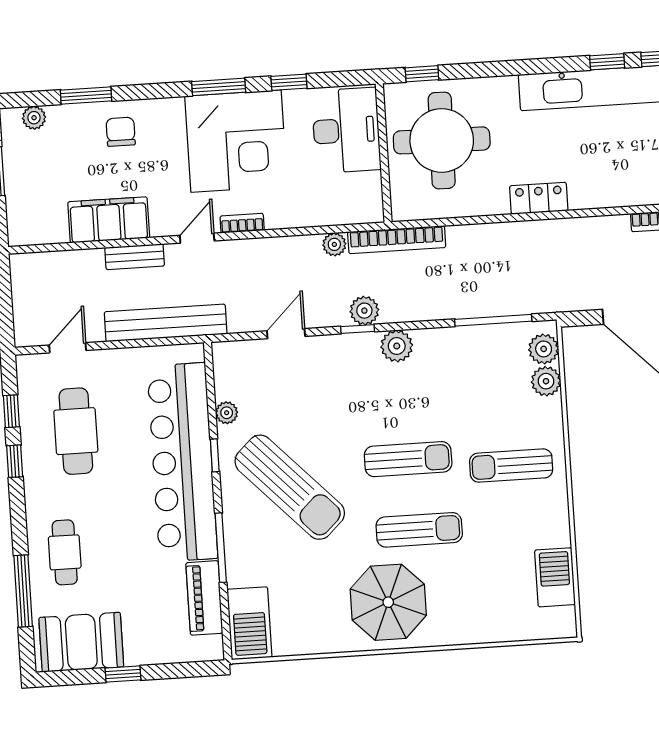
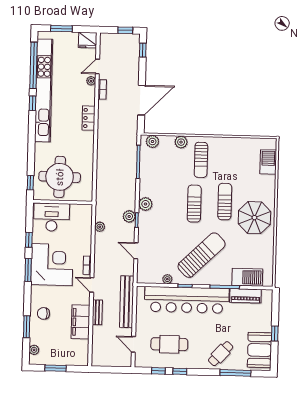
locker: (539, 198) -> (89, 118), moved
bookcase: (397, 240) -> (100, 200), removed
plant: (546, 381) -> (181, 142), moved
cafe table: (65, 552) -> (221, 354), turned -47
barbecue: (555, 577) -> (268, 162), moved, turned 90
barbecue: (249, 623) -> (247, 277), moved

